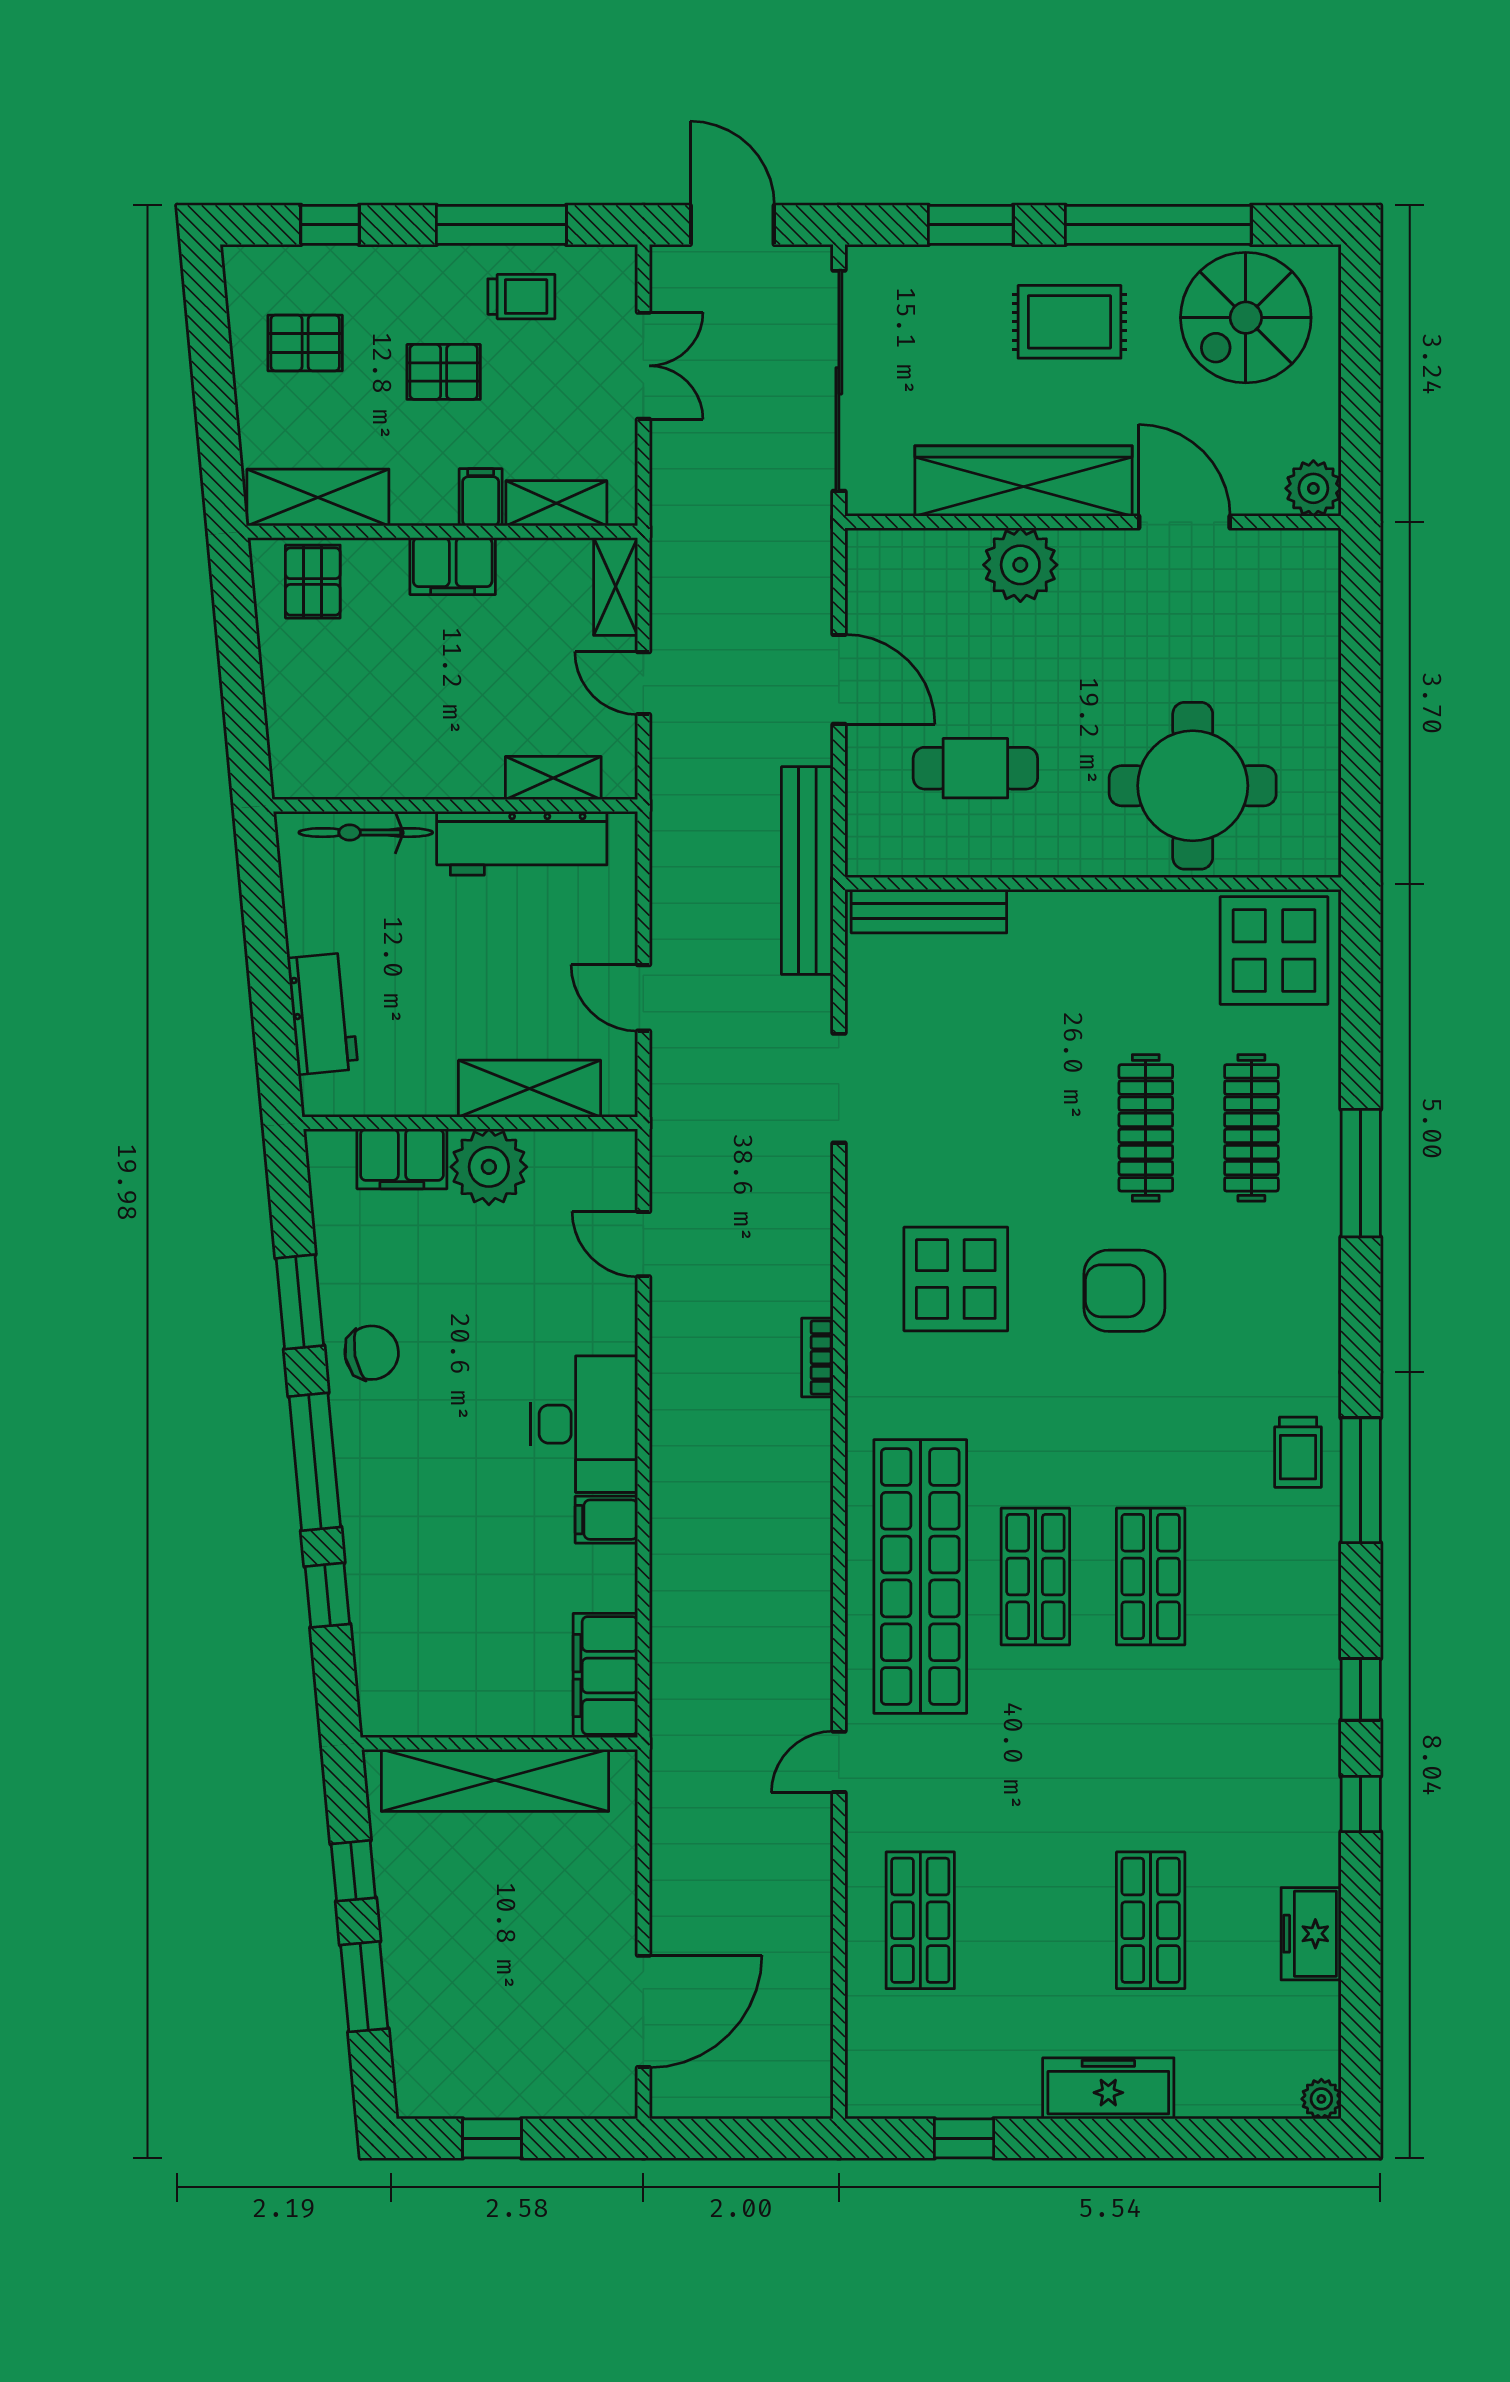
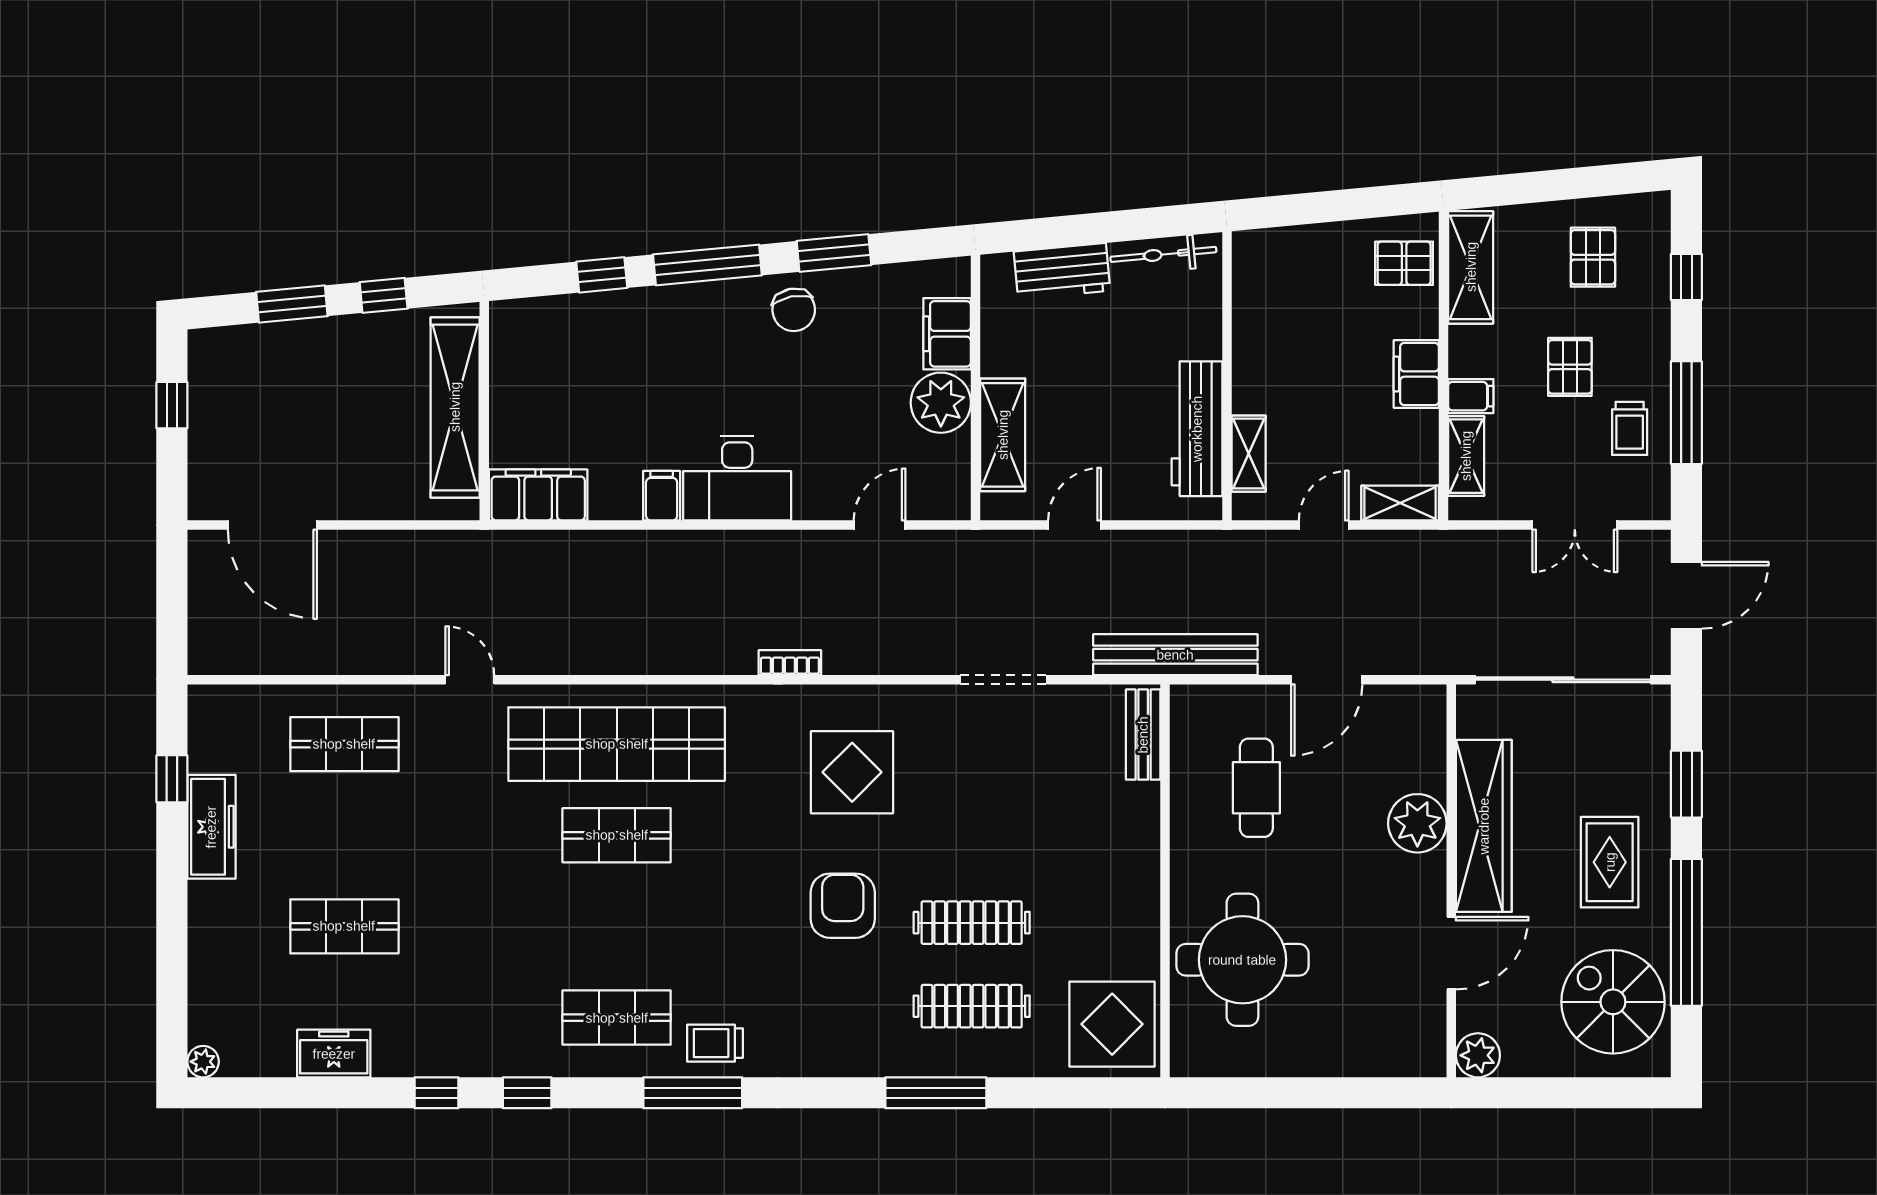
bicycle: (366, 833) -> (1163, 254), moved, turned -95
bench: (929, 911) -> (1143, 735), width x0.73
shop shelf: (1151, 1576) -> (617, 1018), moved
freezer: (1108, 2088) -> (211, 827), moved

